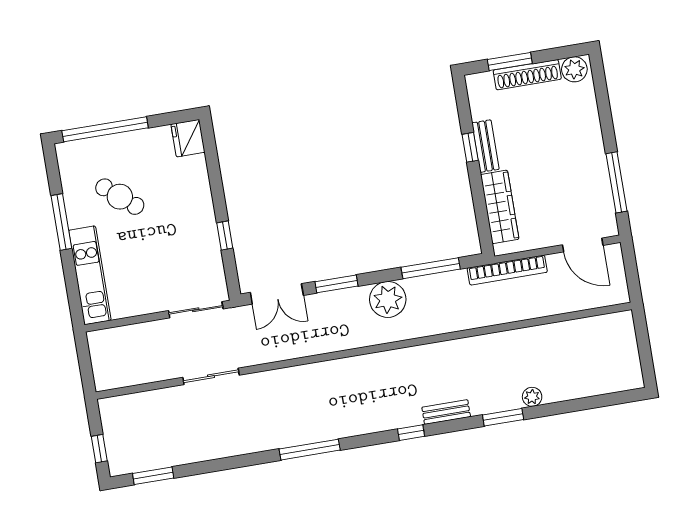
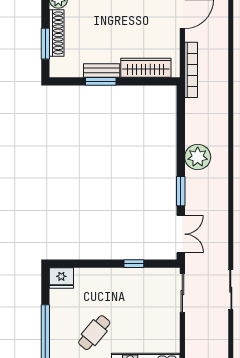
window: (470, 147) -> (101, 81), width x1.50
window: (431, 268) -> (181, 123), removed

